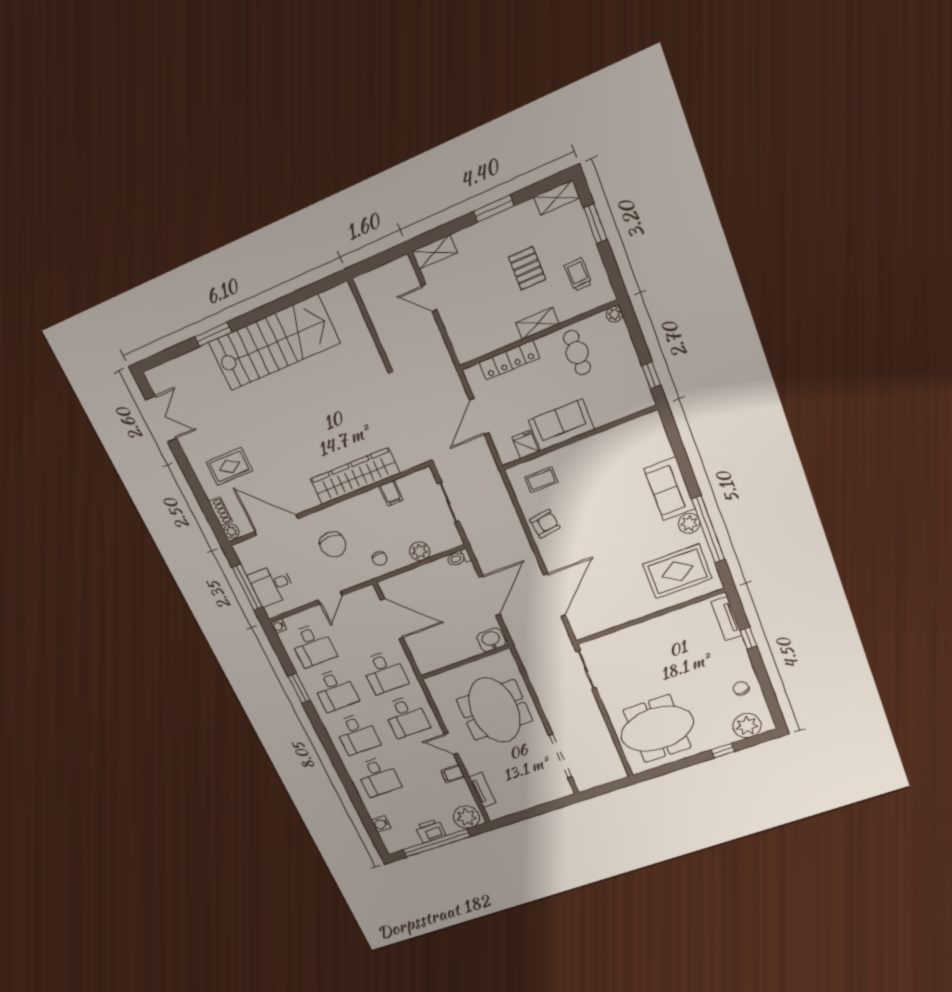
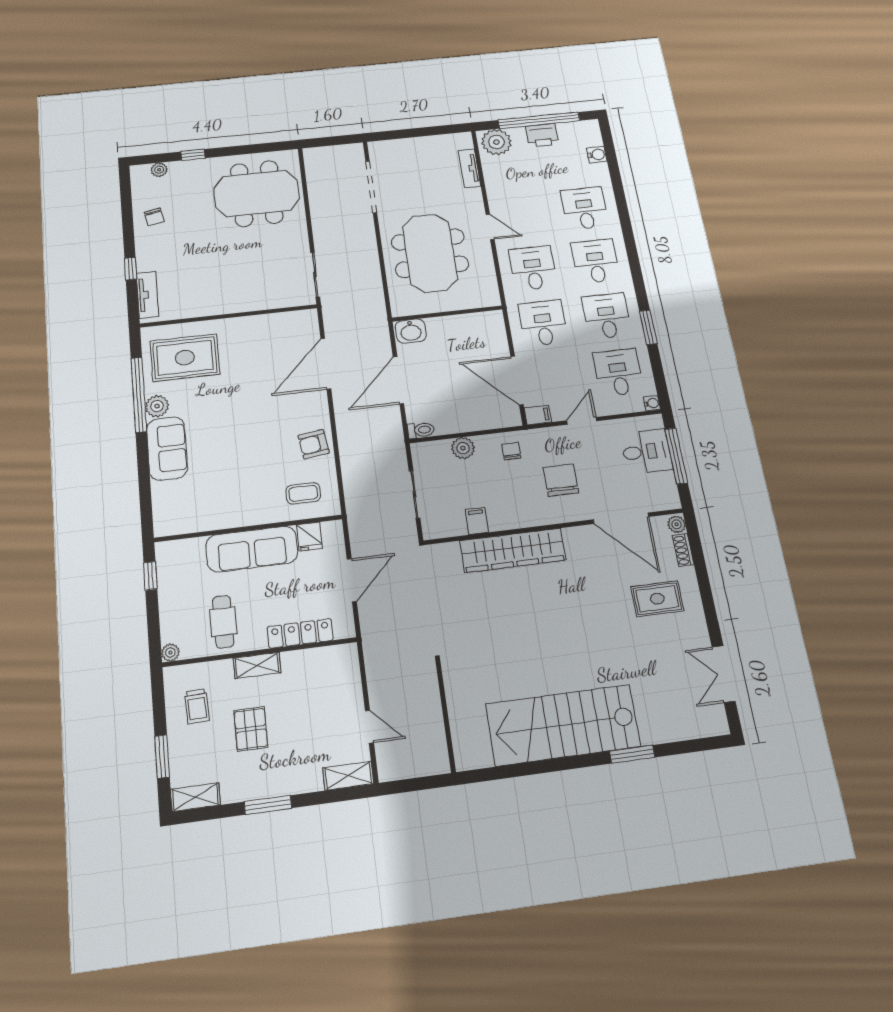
sofa: (561, 425) -> (252, 549), width x1.36
plant: (747, 726) -> (159, 170), width x0.53, depth x0.53
filing cabinet: (453, 774) -> (538, 415), moved

